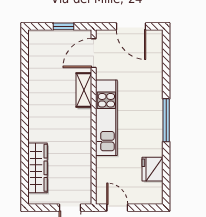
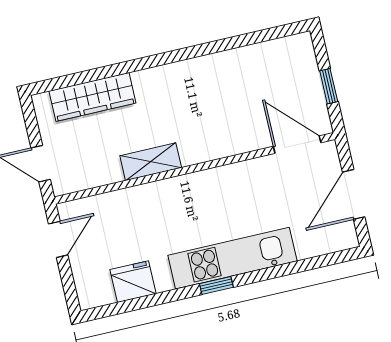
shelving: (84, 90) -> (151, 162), moved
kitchen unit: (106, 118) -> (232, 258), moved, turned 180
window: (166, 120) -> (216, 285), width x0.46

